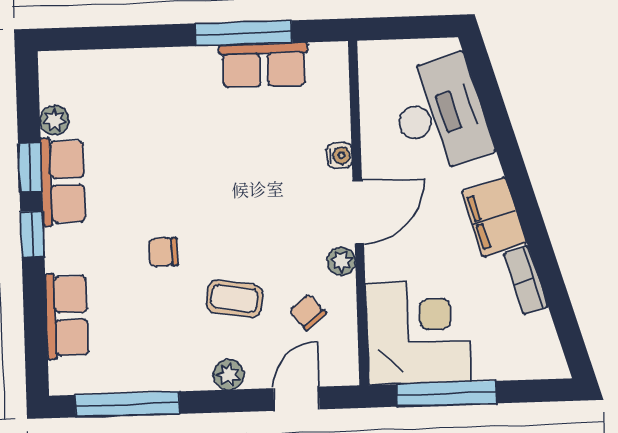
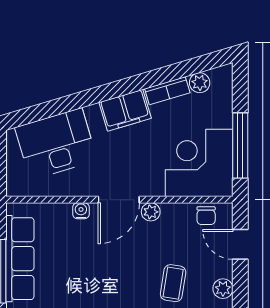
row of seats: (264, 65) -> (20, 259), width x1.48
door: (358, 212) -> (119, 200), swing flipped
chair: (308, 312) -> (206, 216), moved, turned -50
plant: (540, 329) -> (200, 83), added

